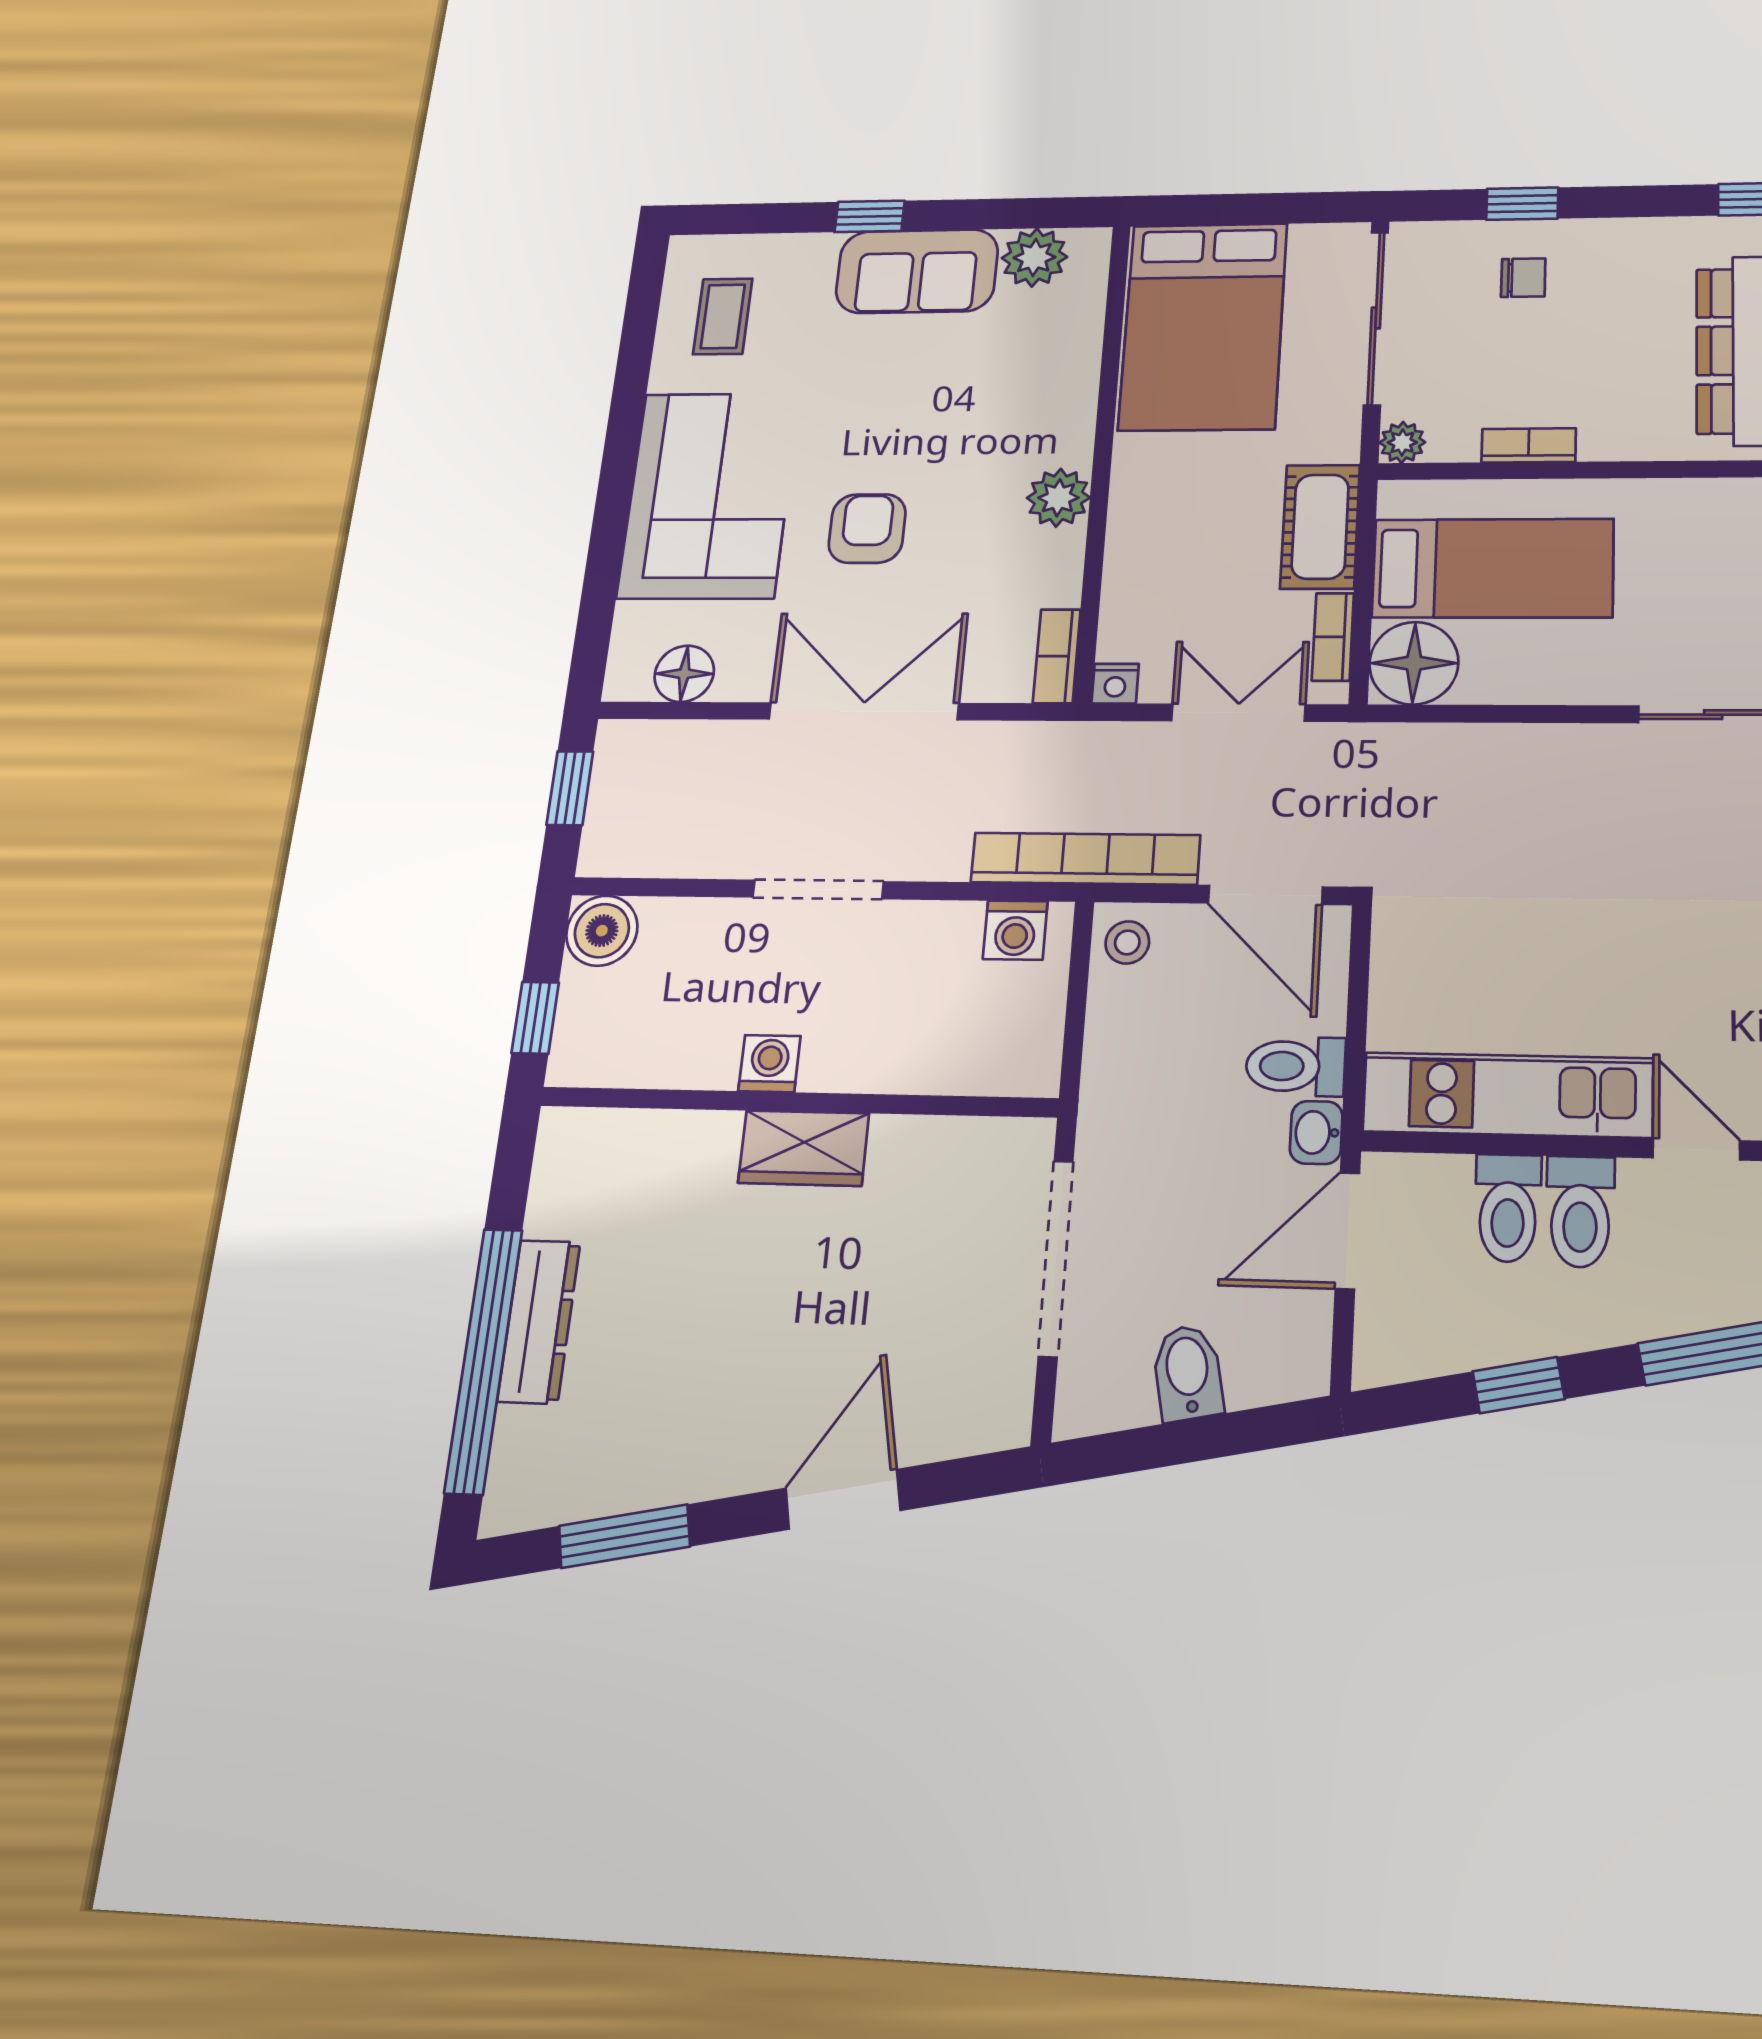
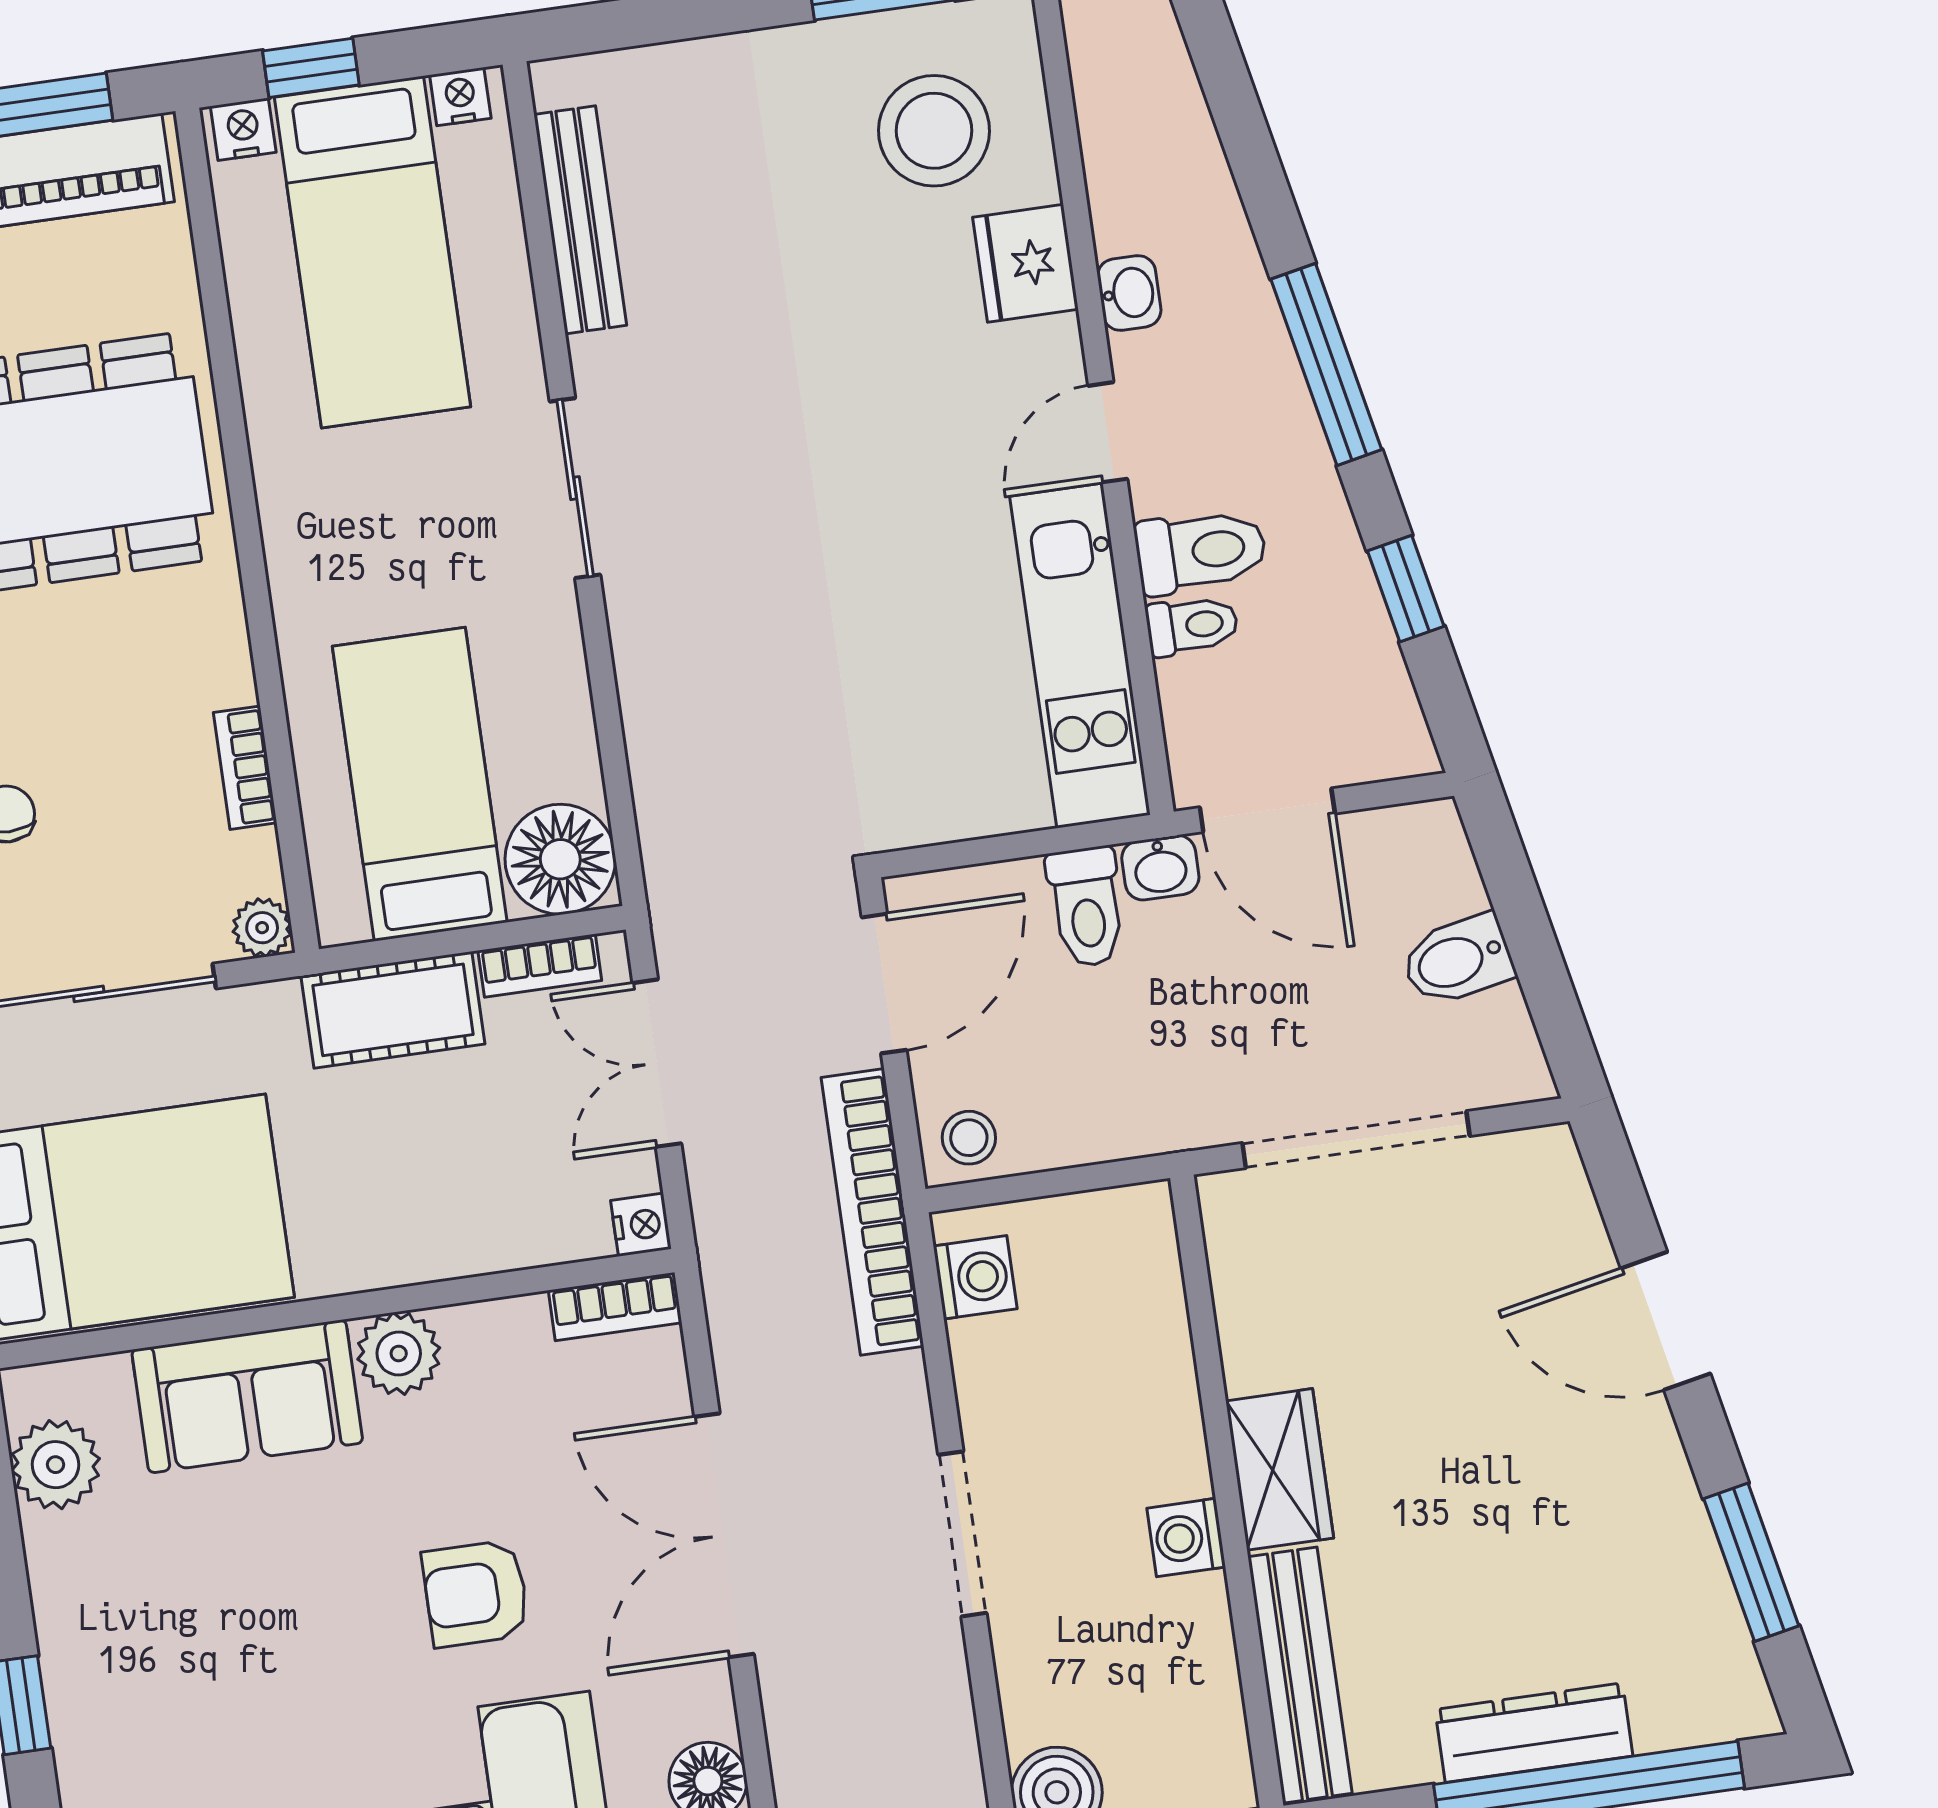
sofa: (917, 271) -> (247, 1396), moved, turned 90
bench: (638, 1137) -> (1300, 1675), added
toilet: (1508, 1208) -> (1192, 626), width x0.73, depth x0.72

